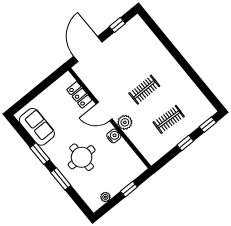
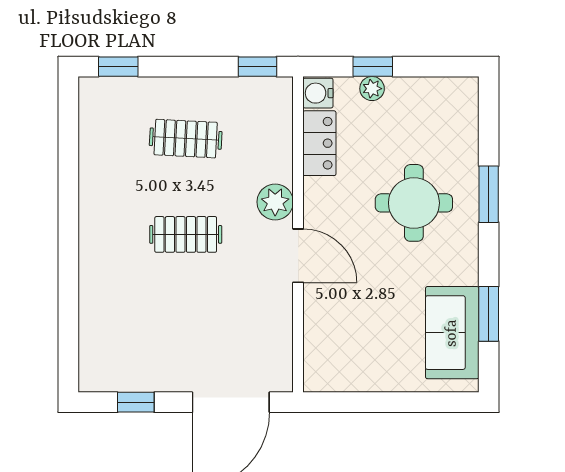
locker: (79, 95) -> (319, 143), moved
water cooler: (114, 136) -> (318, 93), moved
window: (185, 143) -> (257, 67), moved
window: (40, 154) -> (489, 314), moved
plant: (105, 197) -> (372, 89), moved

